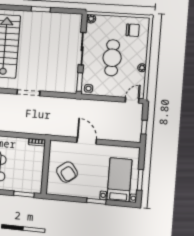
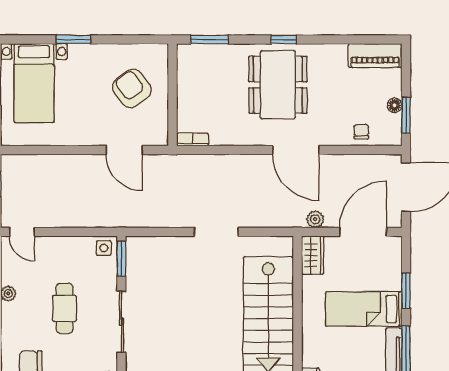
cafe table: (112, 58) -> (65, 308), width x0.73, depth x0.74
door: (132, 100) -> (22, 232), hinge flipped
door: (87, 141) -> (124, 150), moved

